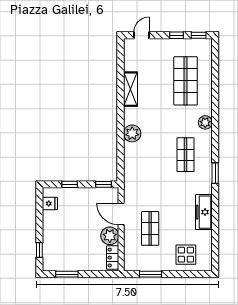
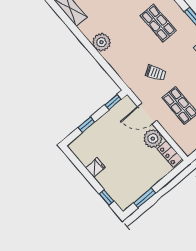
trolley: (153, 190) -> (156, 73), added
fridge: (50, 204) -> (96, 168), moved

